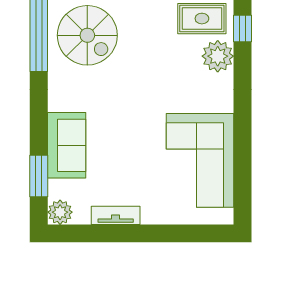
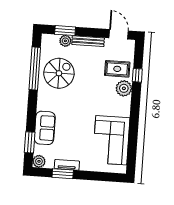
spiral stairs: (87, 35) -> (59, 73), turned -90
window: (109, 233) -> (63, 174), added

